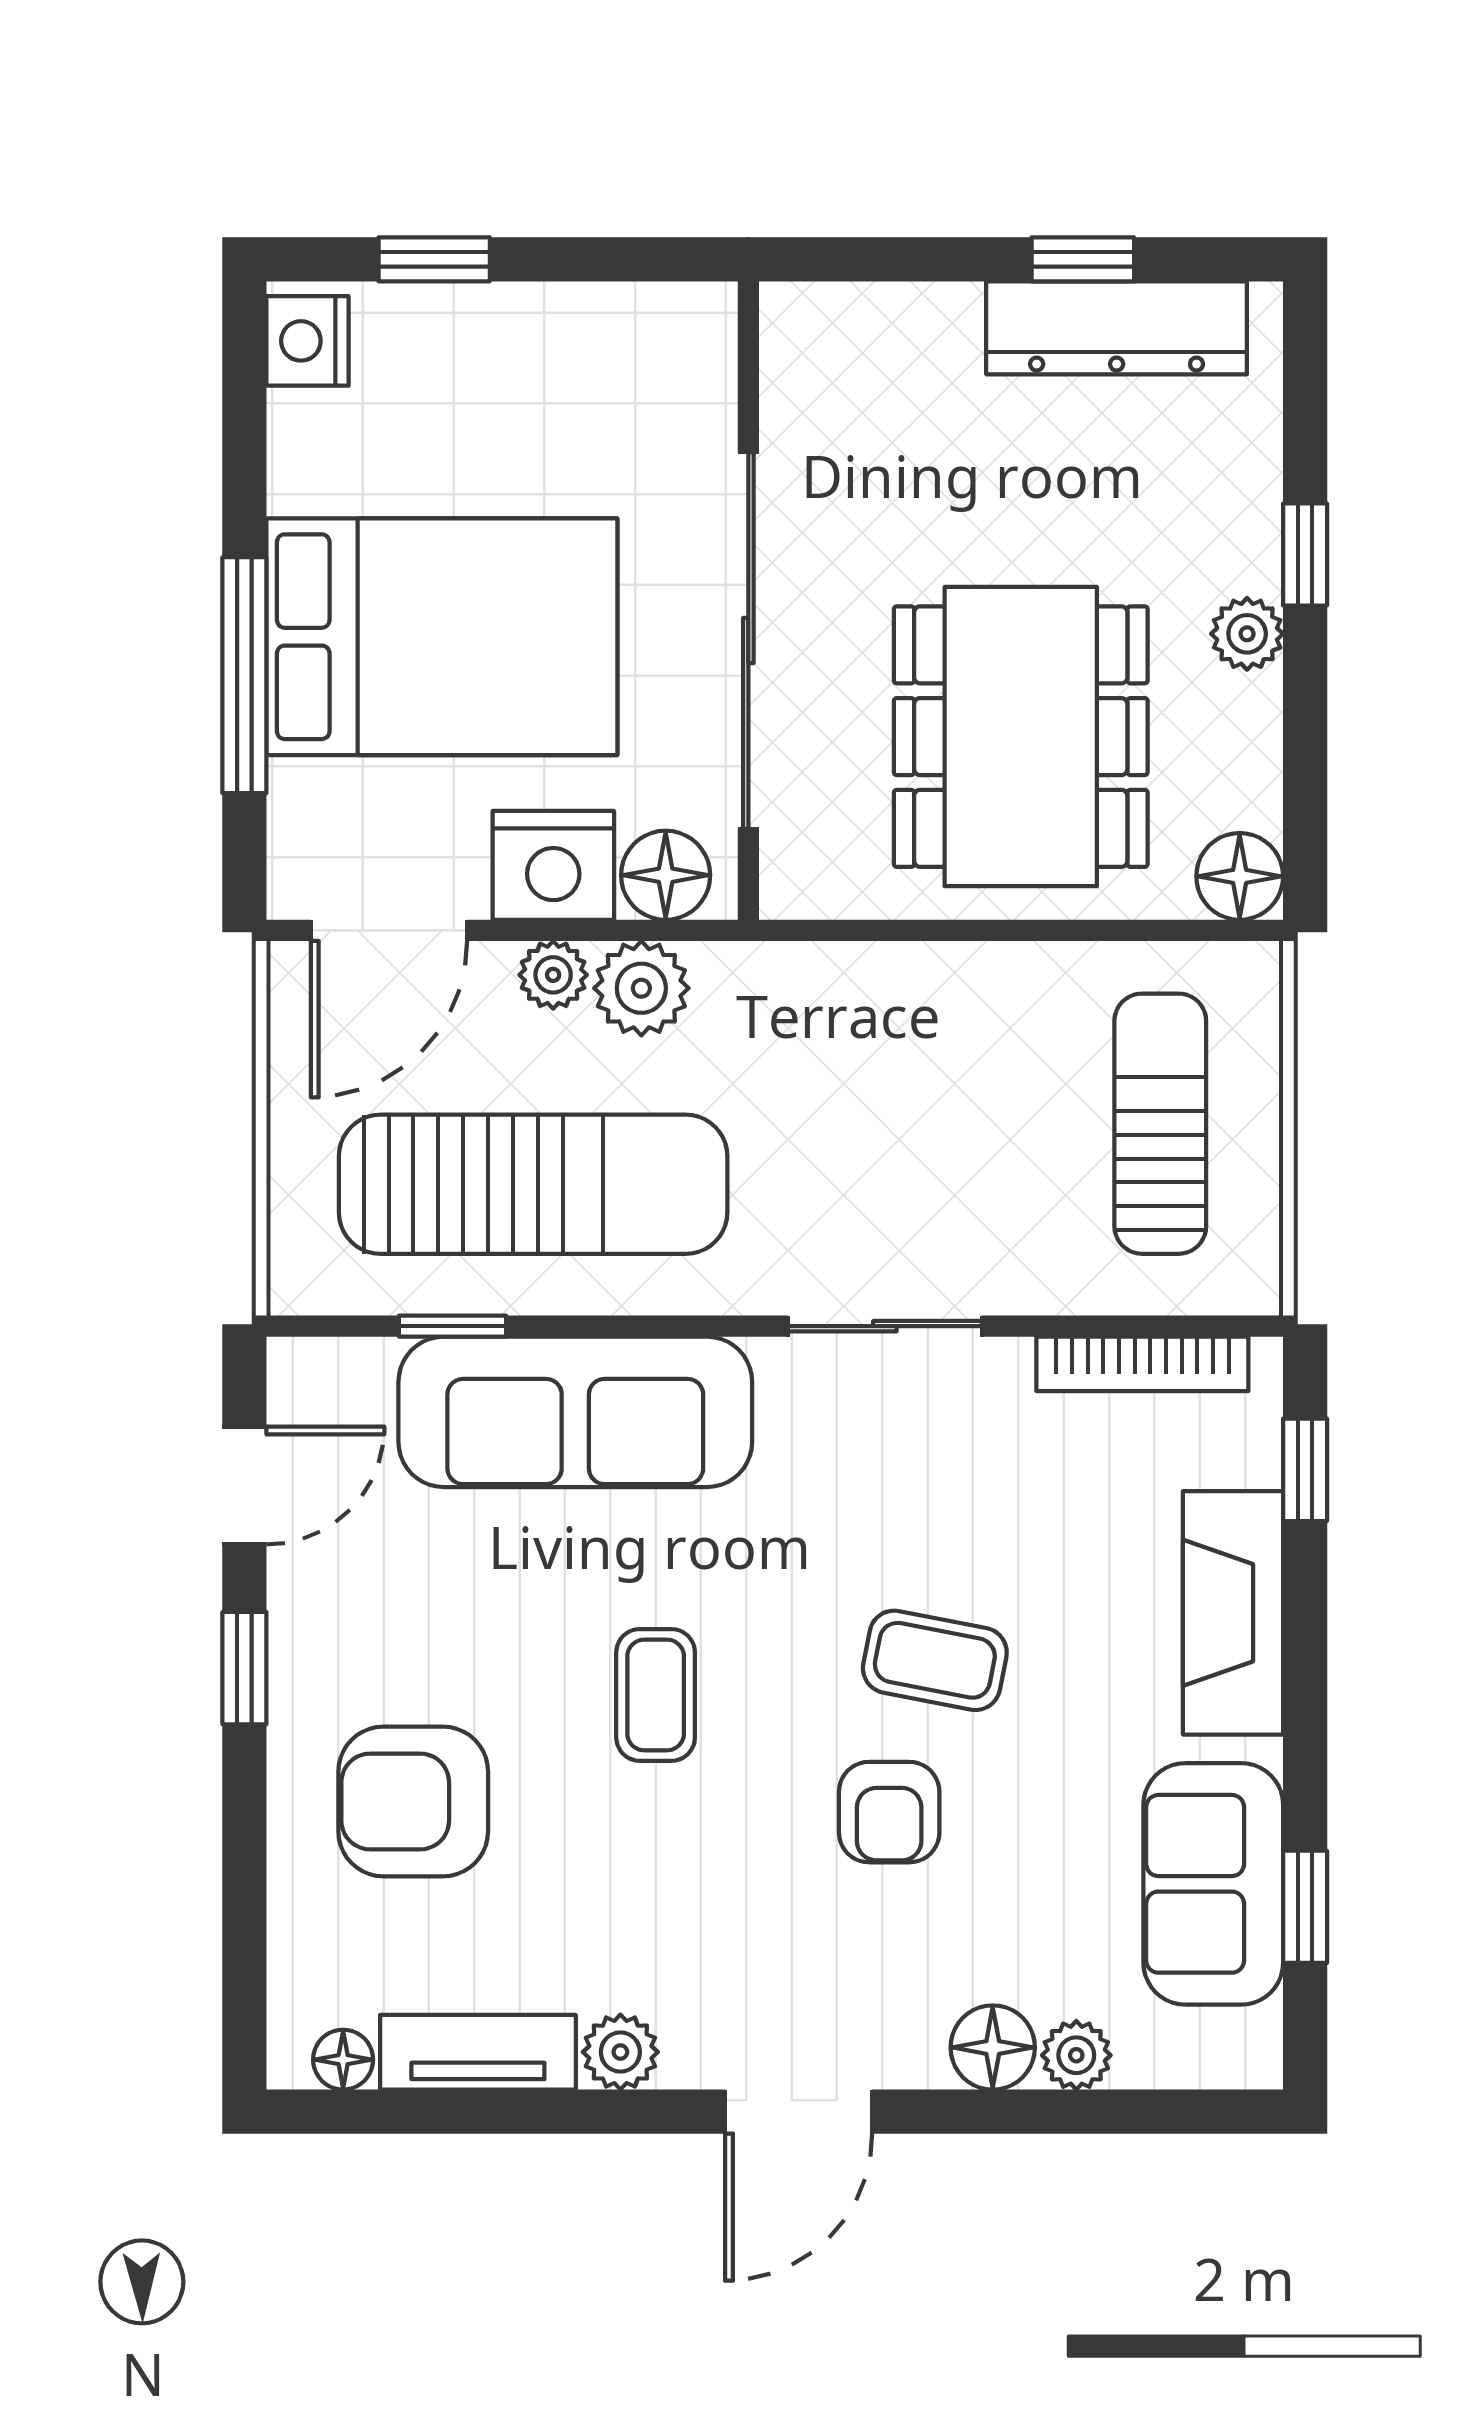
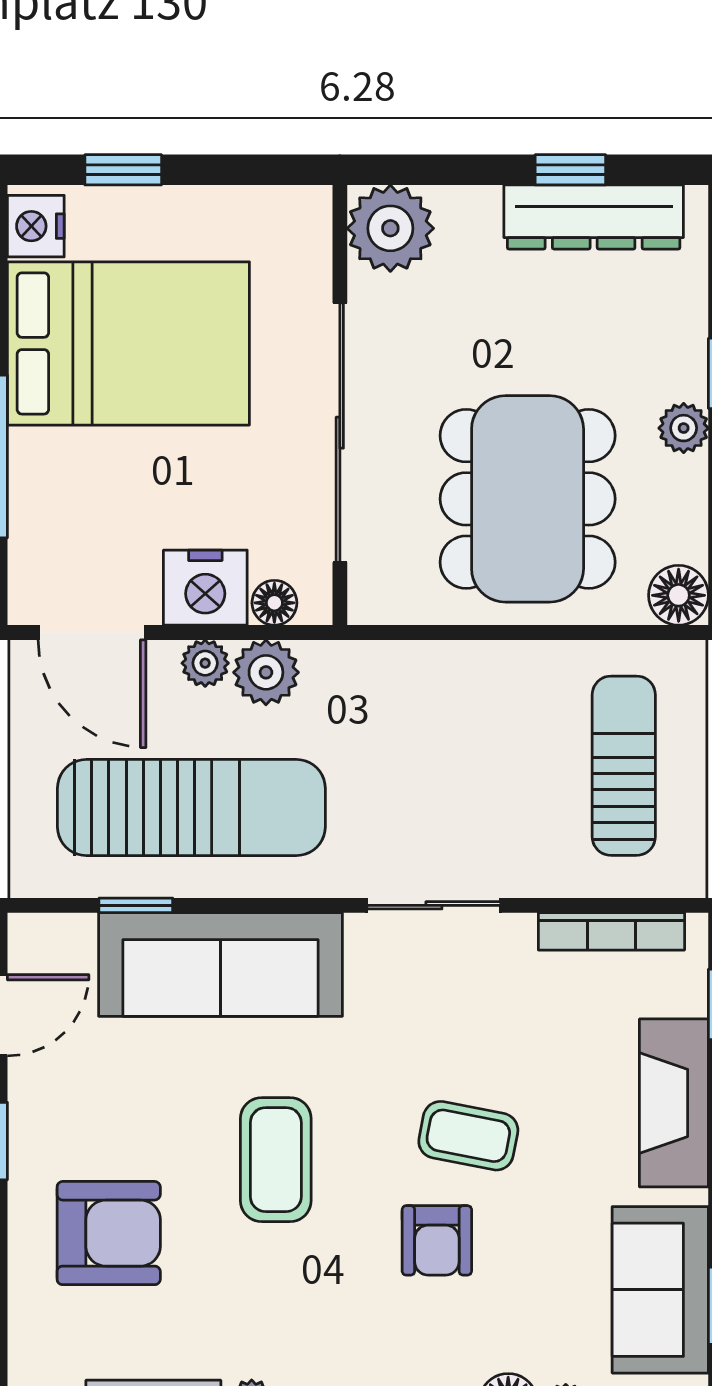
plant: (822, 344) -> (390, 228), added
bed: (442, 637) -> (128, 343), moved
floor lamp: (666, 875) -> (274, 603), width x0.73, depth x0.73
door: (389, 930) -> (92, 632), hinge flipped
coffee table: (656, 1695) -> (276, 1160), width x1.36, depth x1.30
armchair: (413, 1801) -> (109, 1233), turned 180

